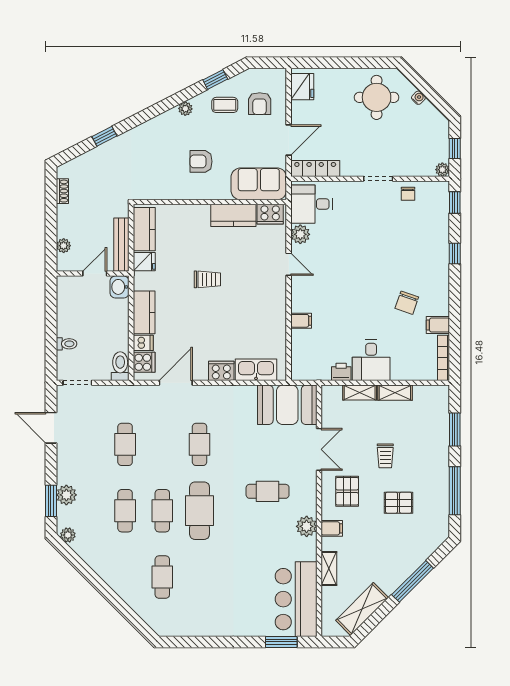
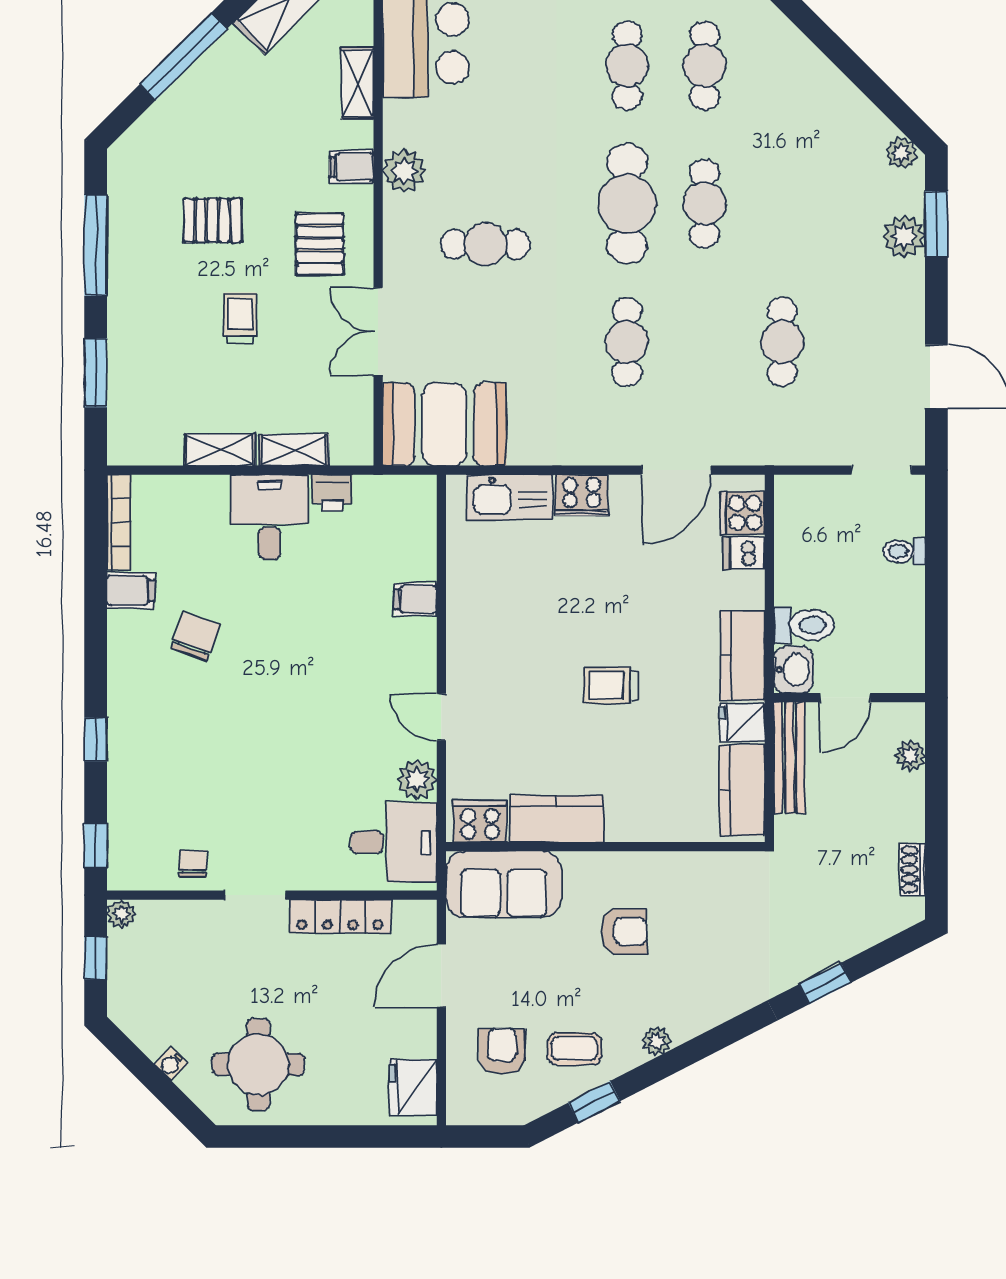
locker: (315, 169) -> (340, 916), moved
kitchen counter: (144, 312) -> (743, 656), moved
toilet: (120, 366) -> (804, 625), moved, turned -90
cafe table: (125, 511) -> (627, 66), moved

